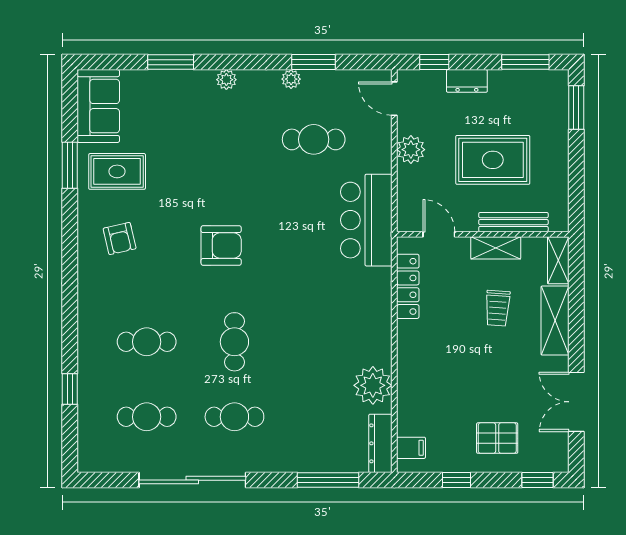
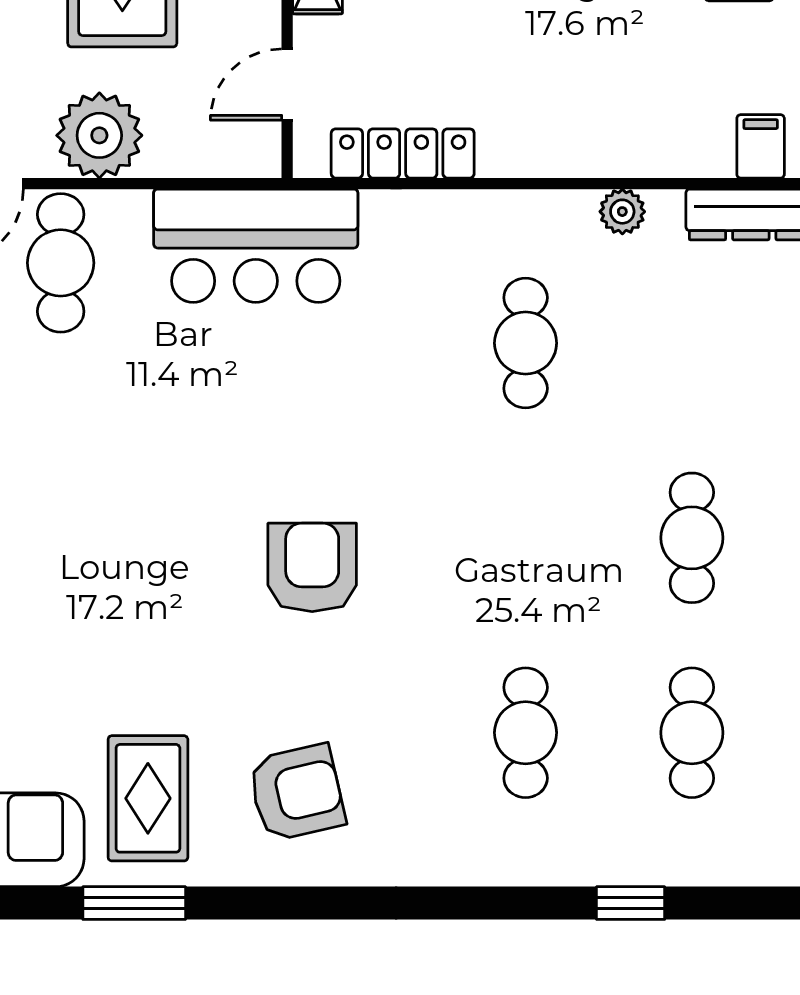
cafe table: (314, 139) -> (61, 263), moved
plant: (411, 150) -> (99, 135), width x1.36, depth x1.36
armchair: (120, 238) -> (297, 793), width x1.38, depth x1.38
cafe table: (234, 342) -> (526, 343), moved, turned 90
plant: (373, 385) -> (622, 212), width x0.53, depth x0.53

